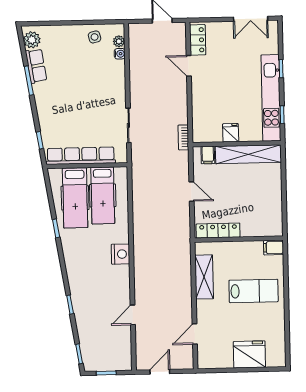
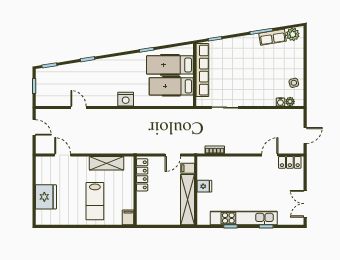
fridge: (231, 133) -> (204, 186), moved
wall: (237, 144) -> (196, 191), moved
shelving: (248, 154) -> (187, 200), moved
filing cabinet: (208, 155) -> (188, 168), moved

